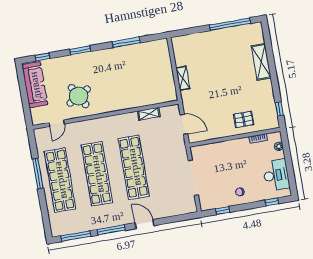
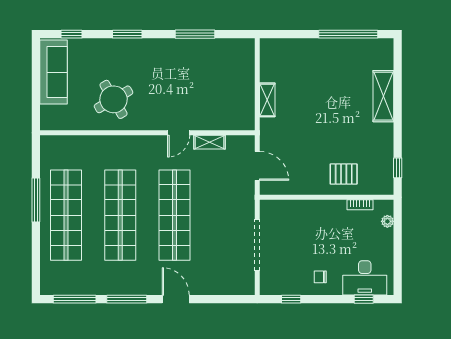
door: (57, 123) -> (179, 133), moved
desk: (276, 175) -> (365, 278), moved, turned 90

